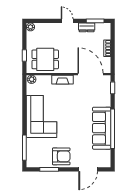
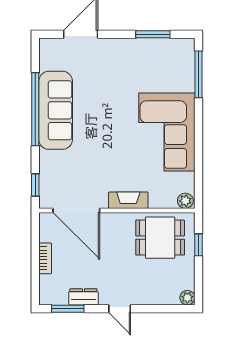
armchair: (61, 156) -> (130, 58), removed

